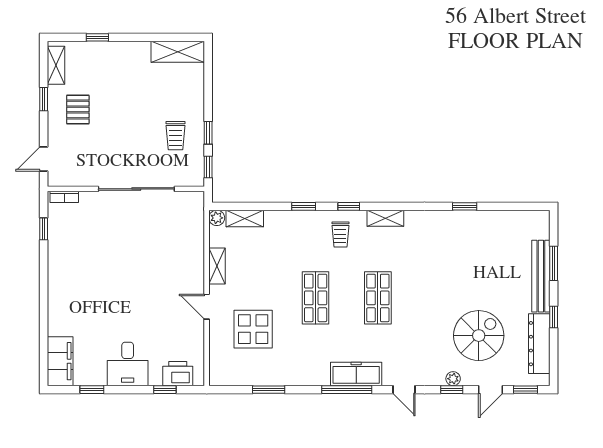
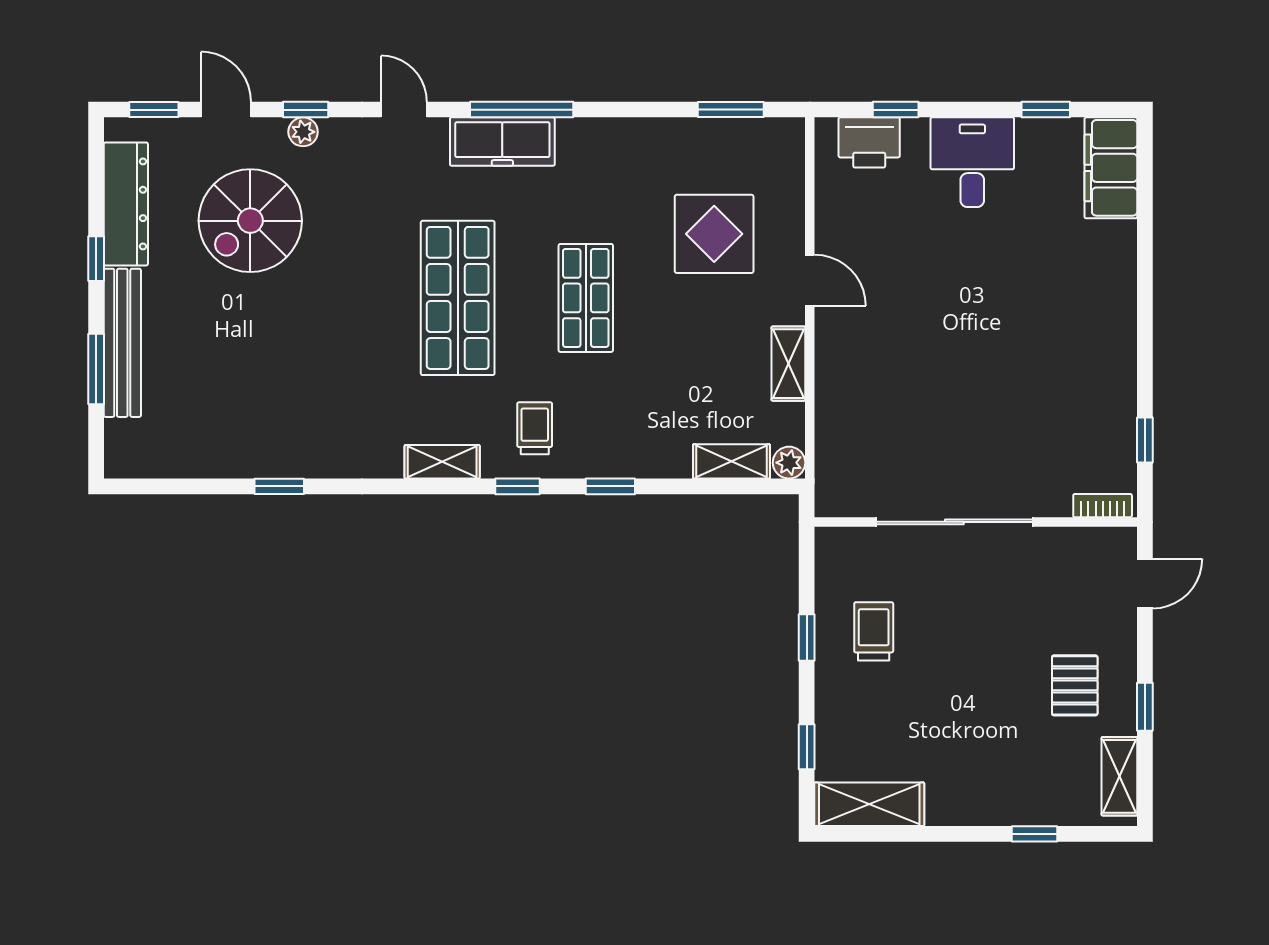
window: (208, 167) -> (807, 747), moved
shop shelf: (378, 298) -> (458, 298), width x1.43, depth x1.36
window: (269, 390) -> (731, 110), moved
door: (491, 390) -> (226, 110), hinge flipped

